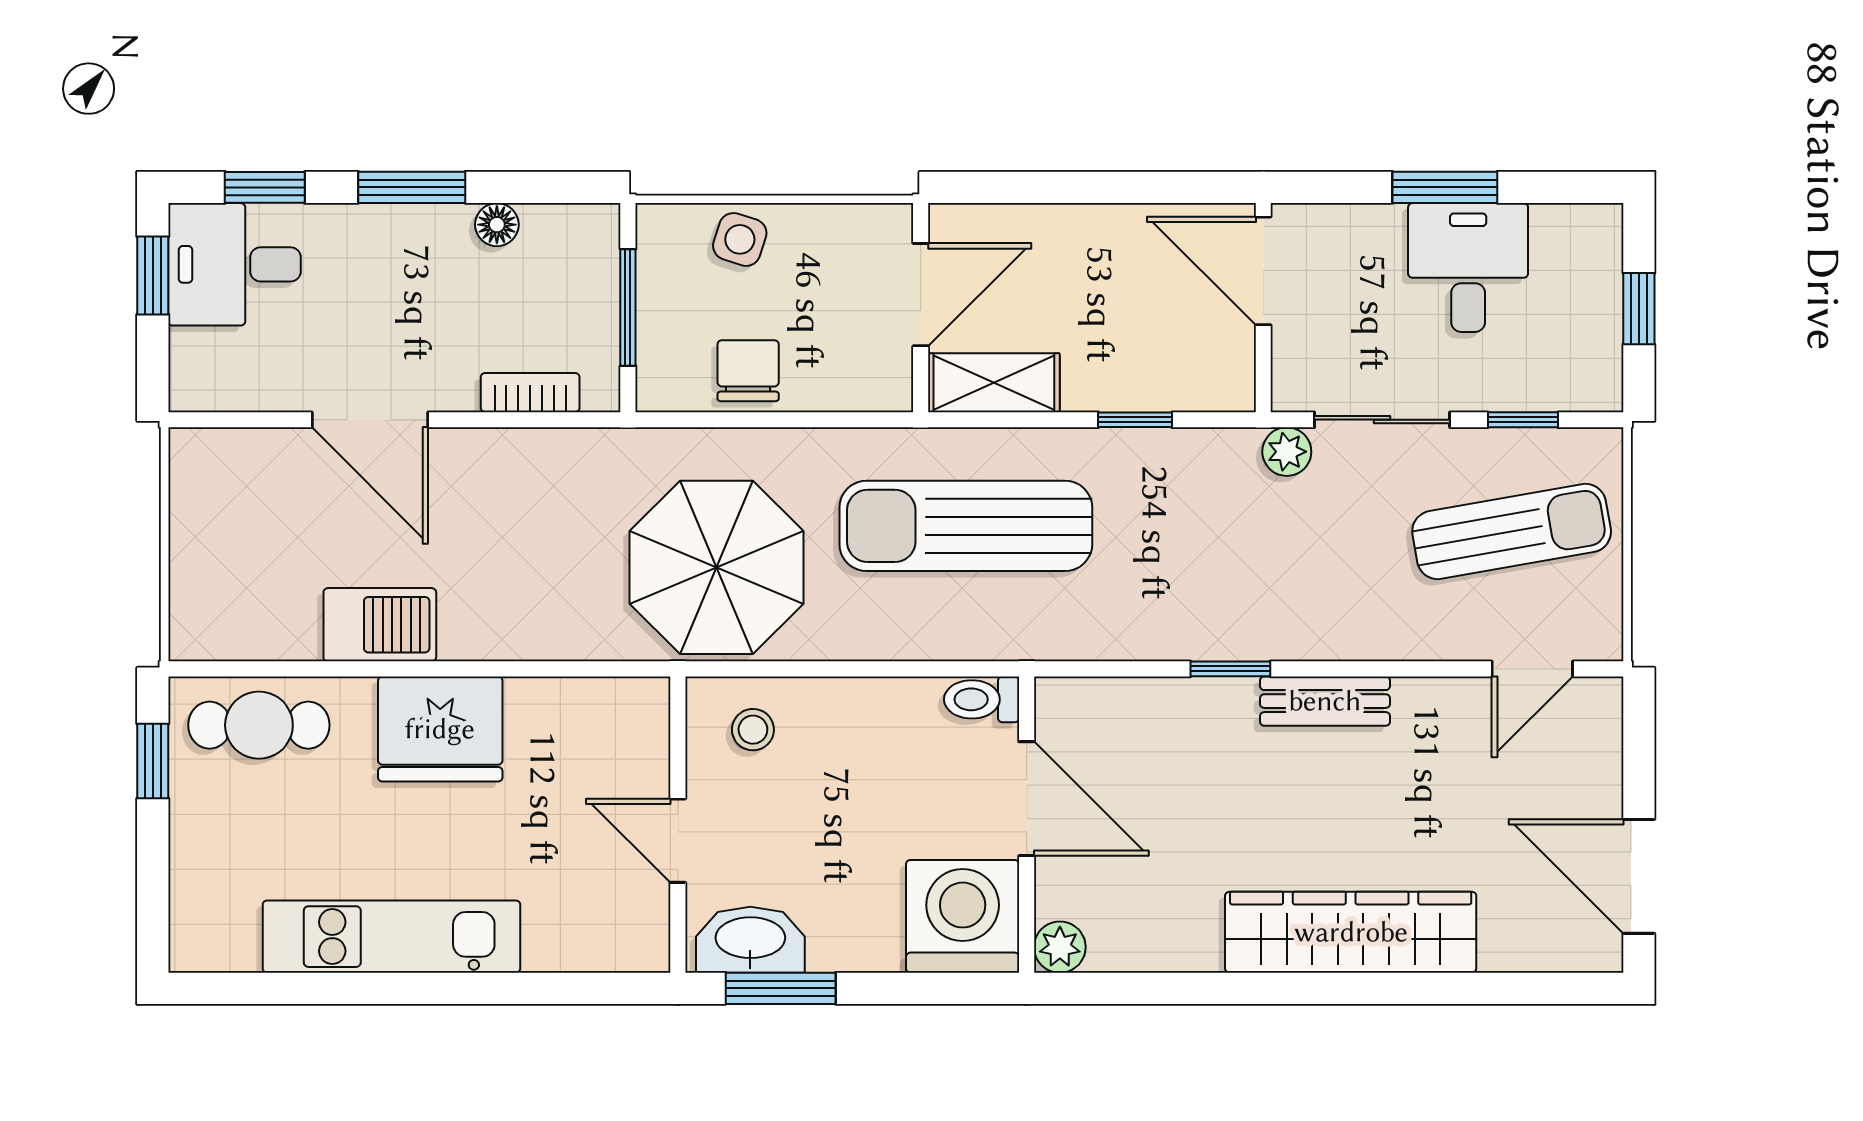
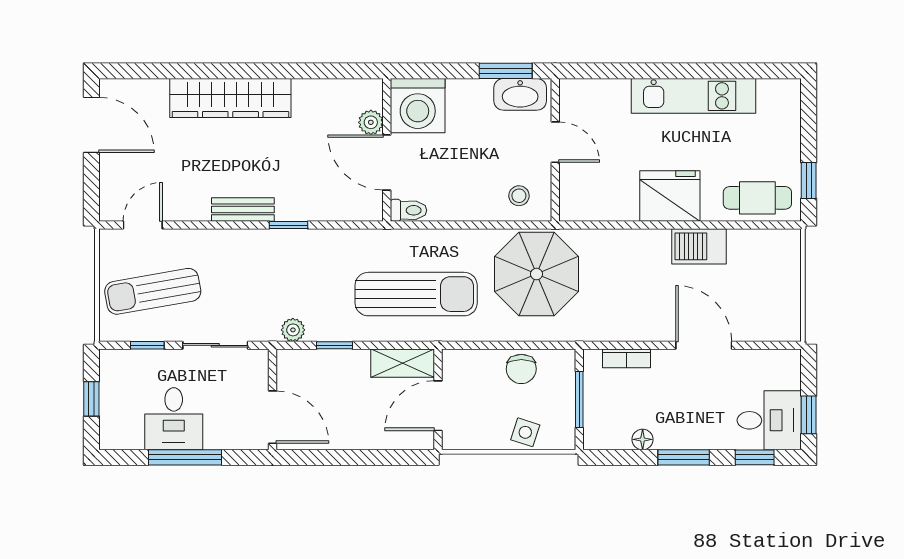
window: (1445, 187) -> (185, 457), width x1.44
plant: (1287, 452) -> (293, 330), moved
plant: (1060, 947) -> (371, 122), moved

